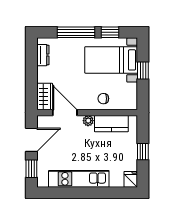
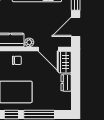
dresser: (43, 55) -> (66, 83), moved

